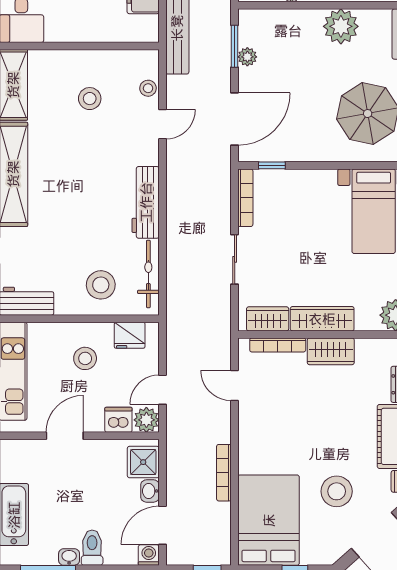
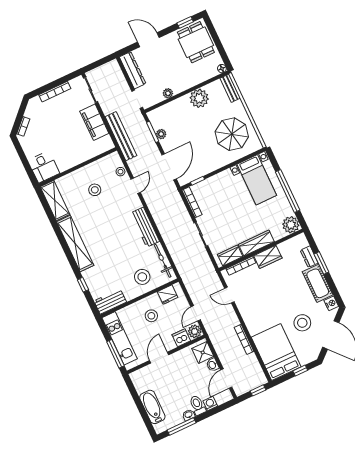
washing machine: (149, 555) -> (210, 404), moved

